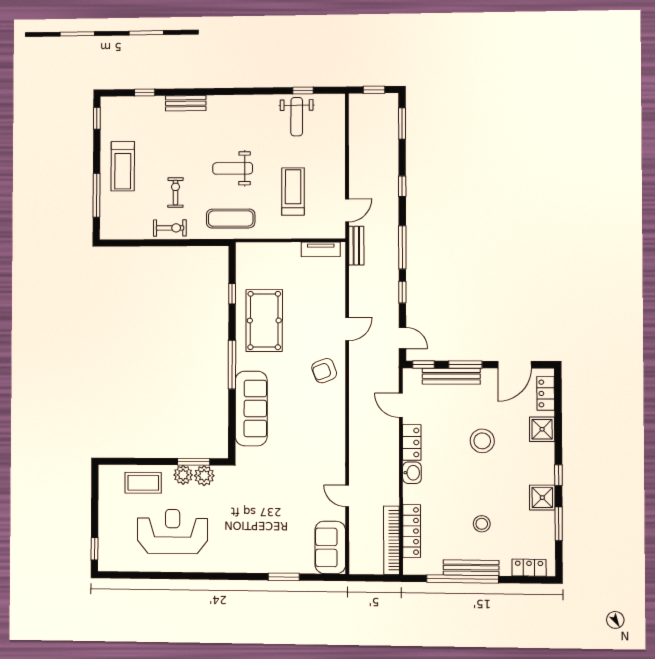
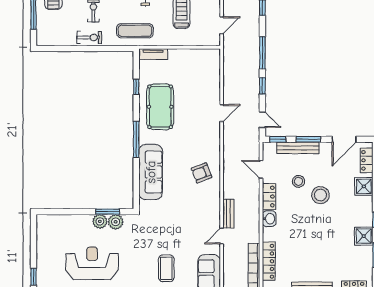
bench: (356, 246) -> (228, 214), moved
tv unit: (321, 249) -> (153, 54), moved
armchair: (324, 371) -> (202, 173), moved
coffee table: (143, 483) -> (166, 268), moved, turned 90
door: (347, 496) -> (222, 236), hinge flipped
stool: (482, 524) -> (299, 181), moved

